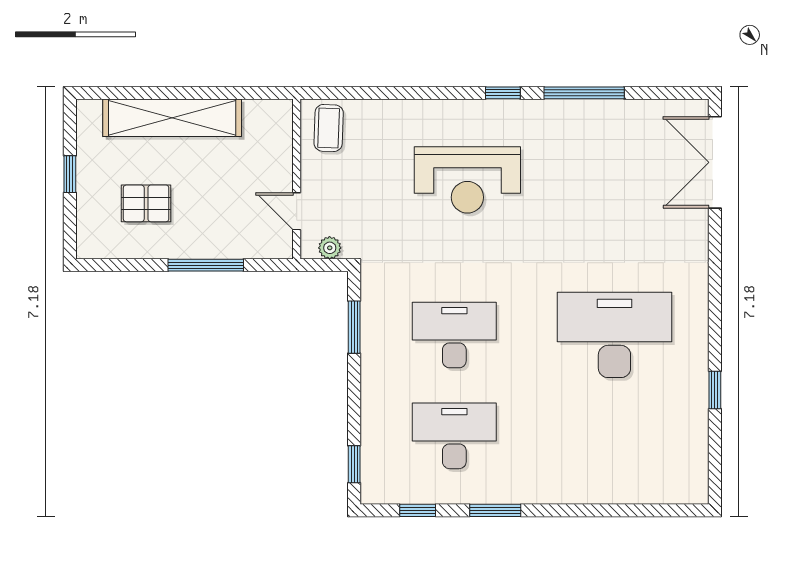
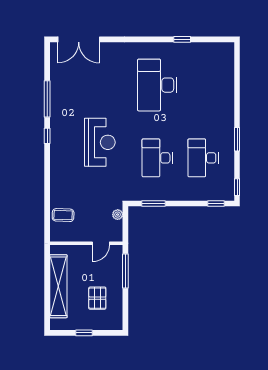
wall: (297, 179) -> (86, 243), moved
reception desk: (467, 180) -> (100, 142), moved
door: (297, 211) -> (101, 243), moved
window: (418, 510) -> (237, 187), moved

